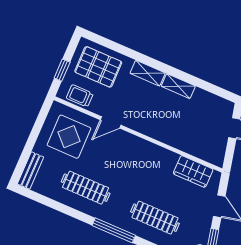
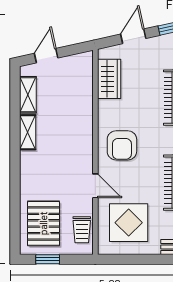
window: (62, 70) -> (48, 259), moved
shelving: (148, 73) -> (28, 95), moved
armchair: (134, 158) -> (122, 145), added

